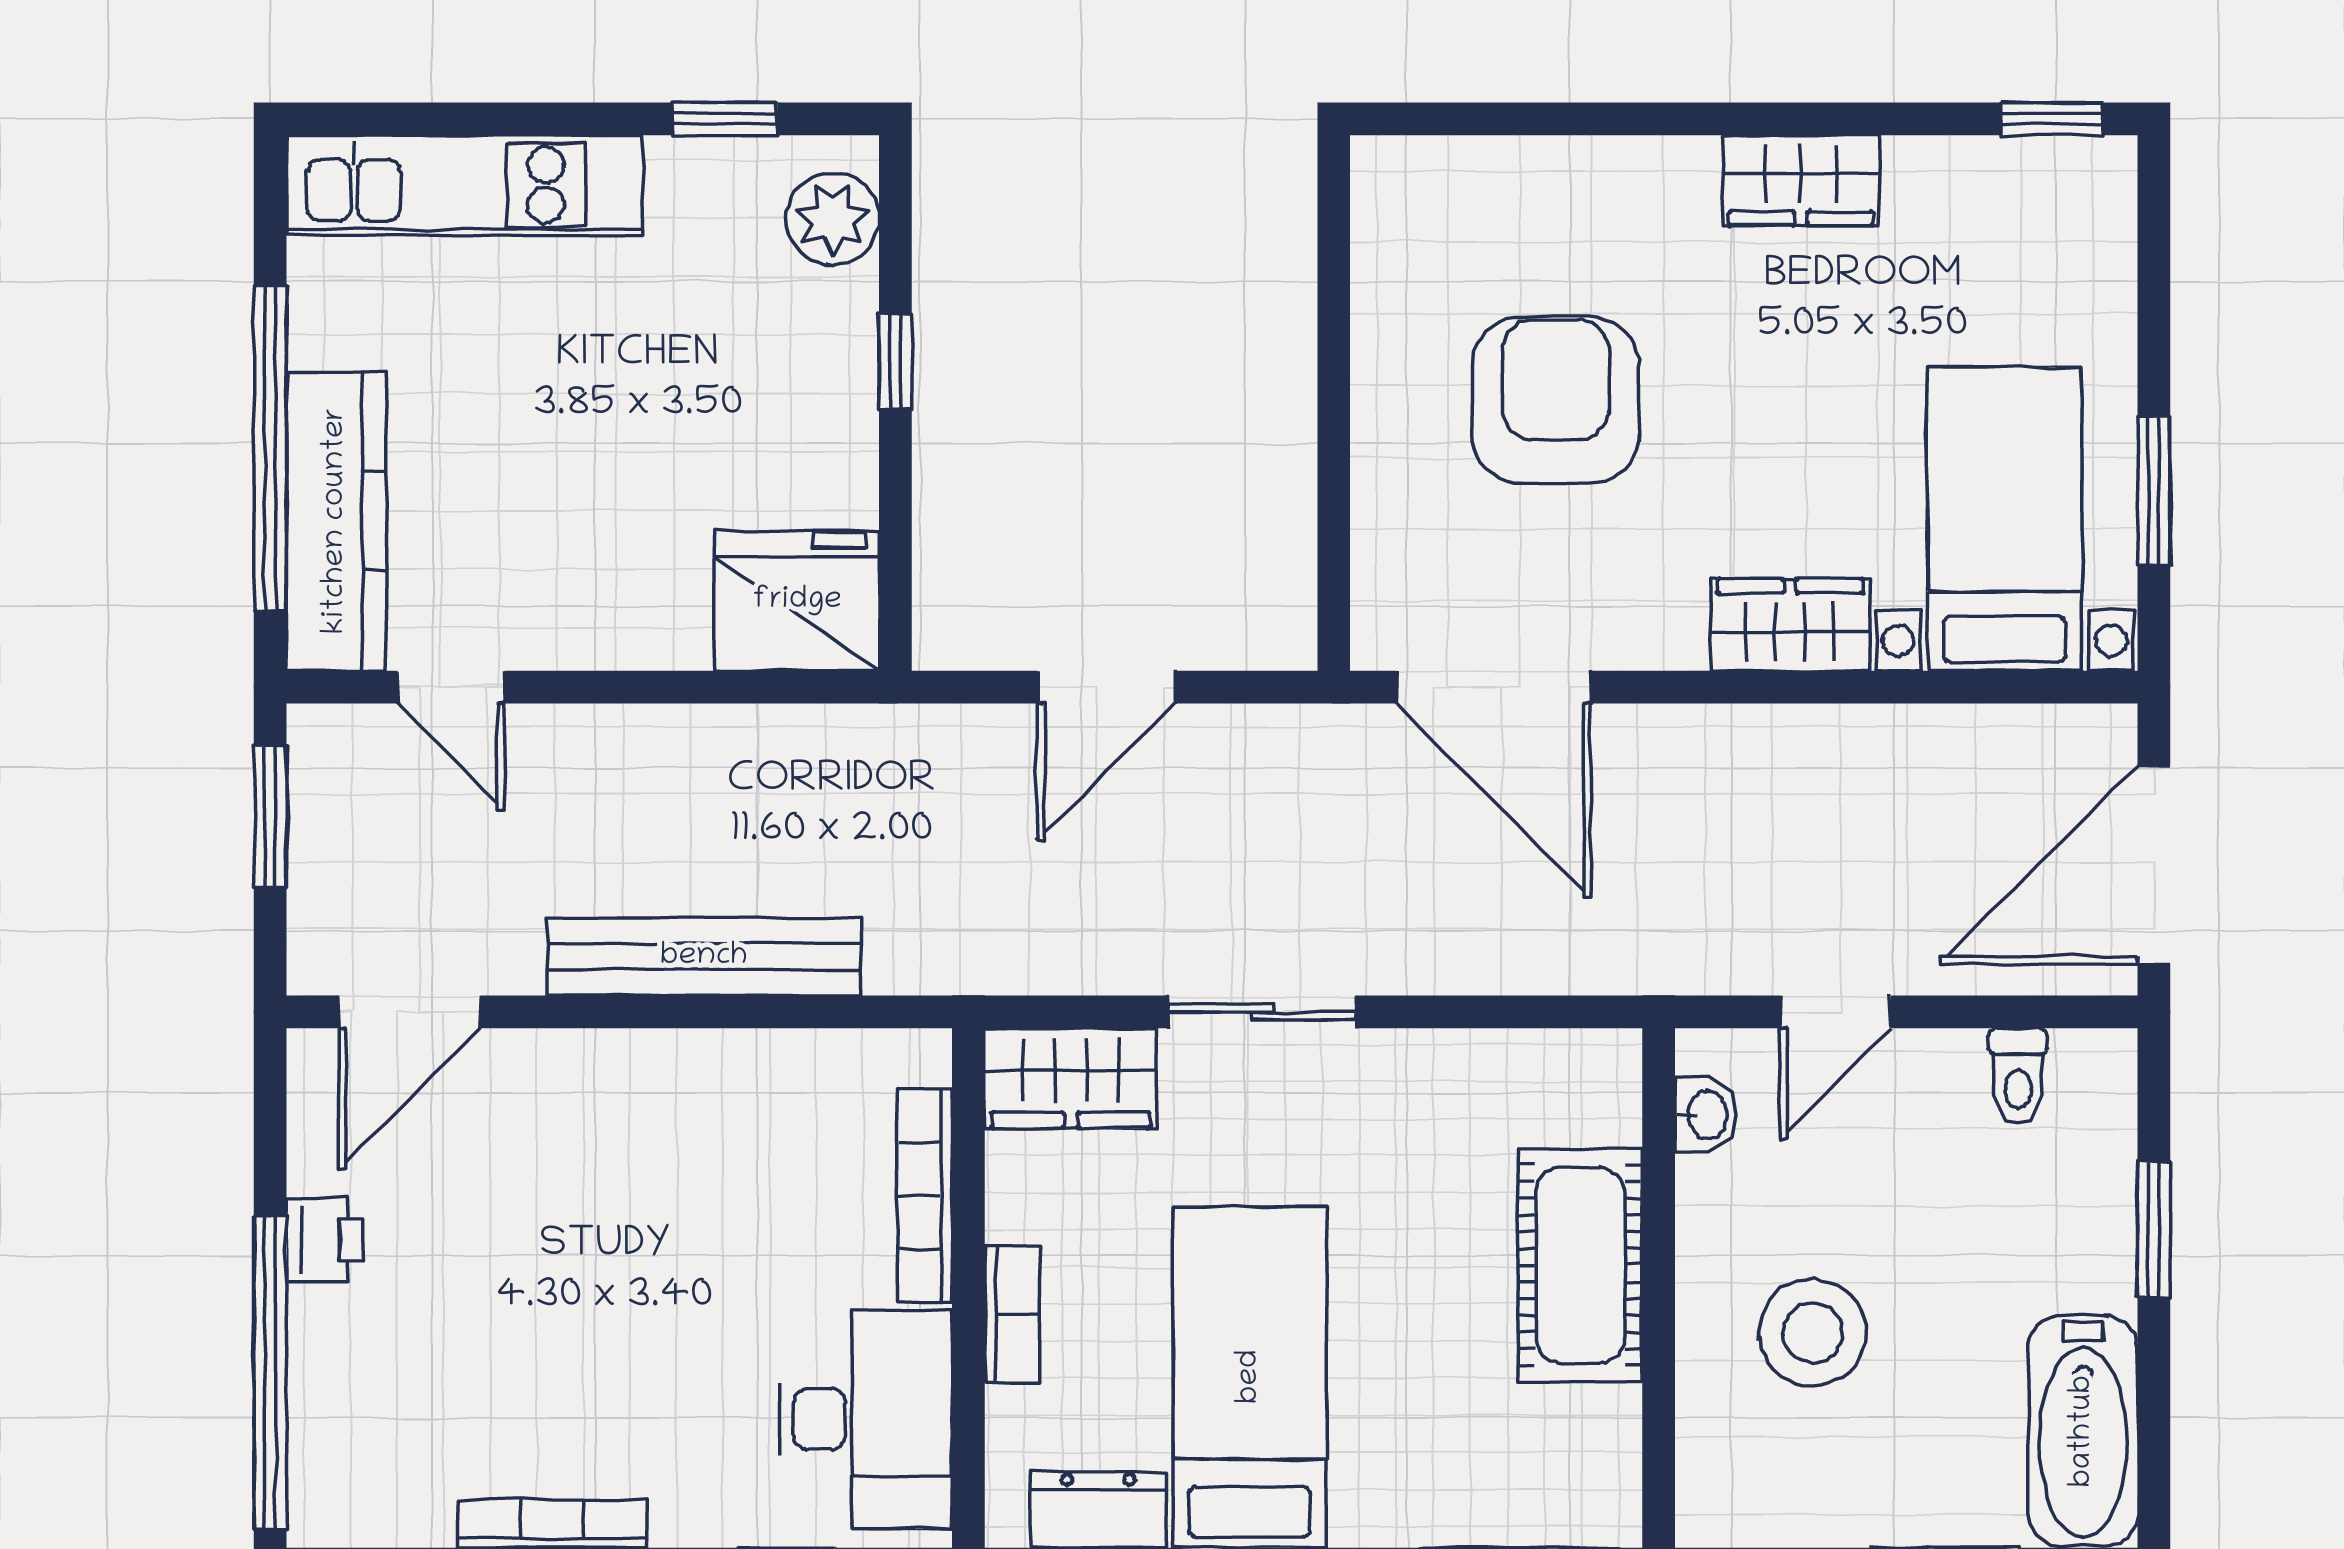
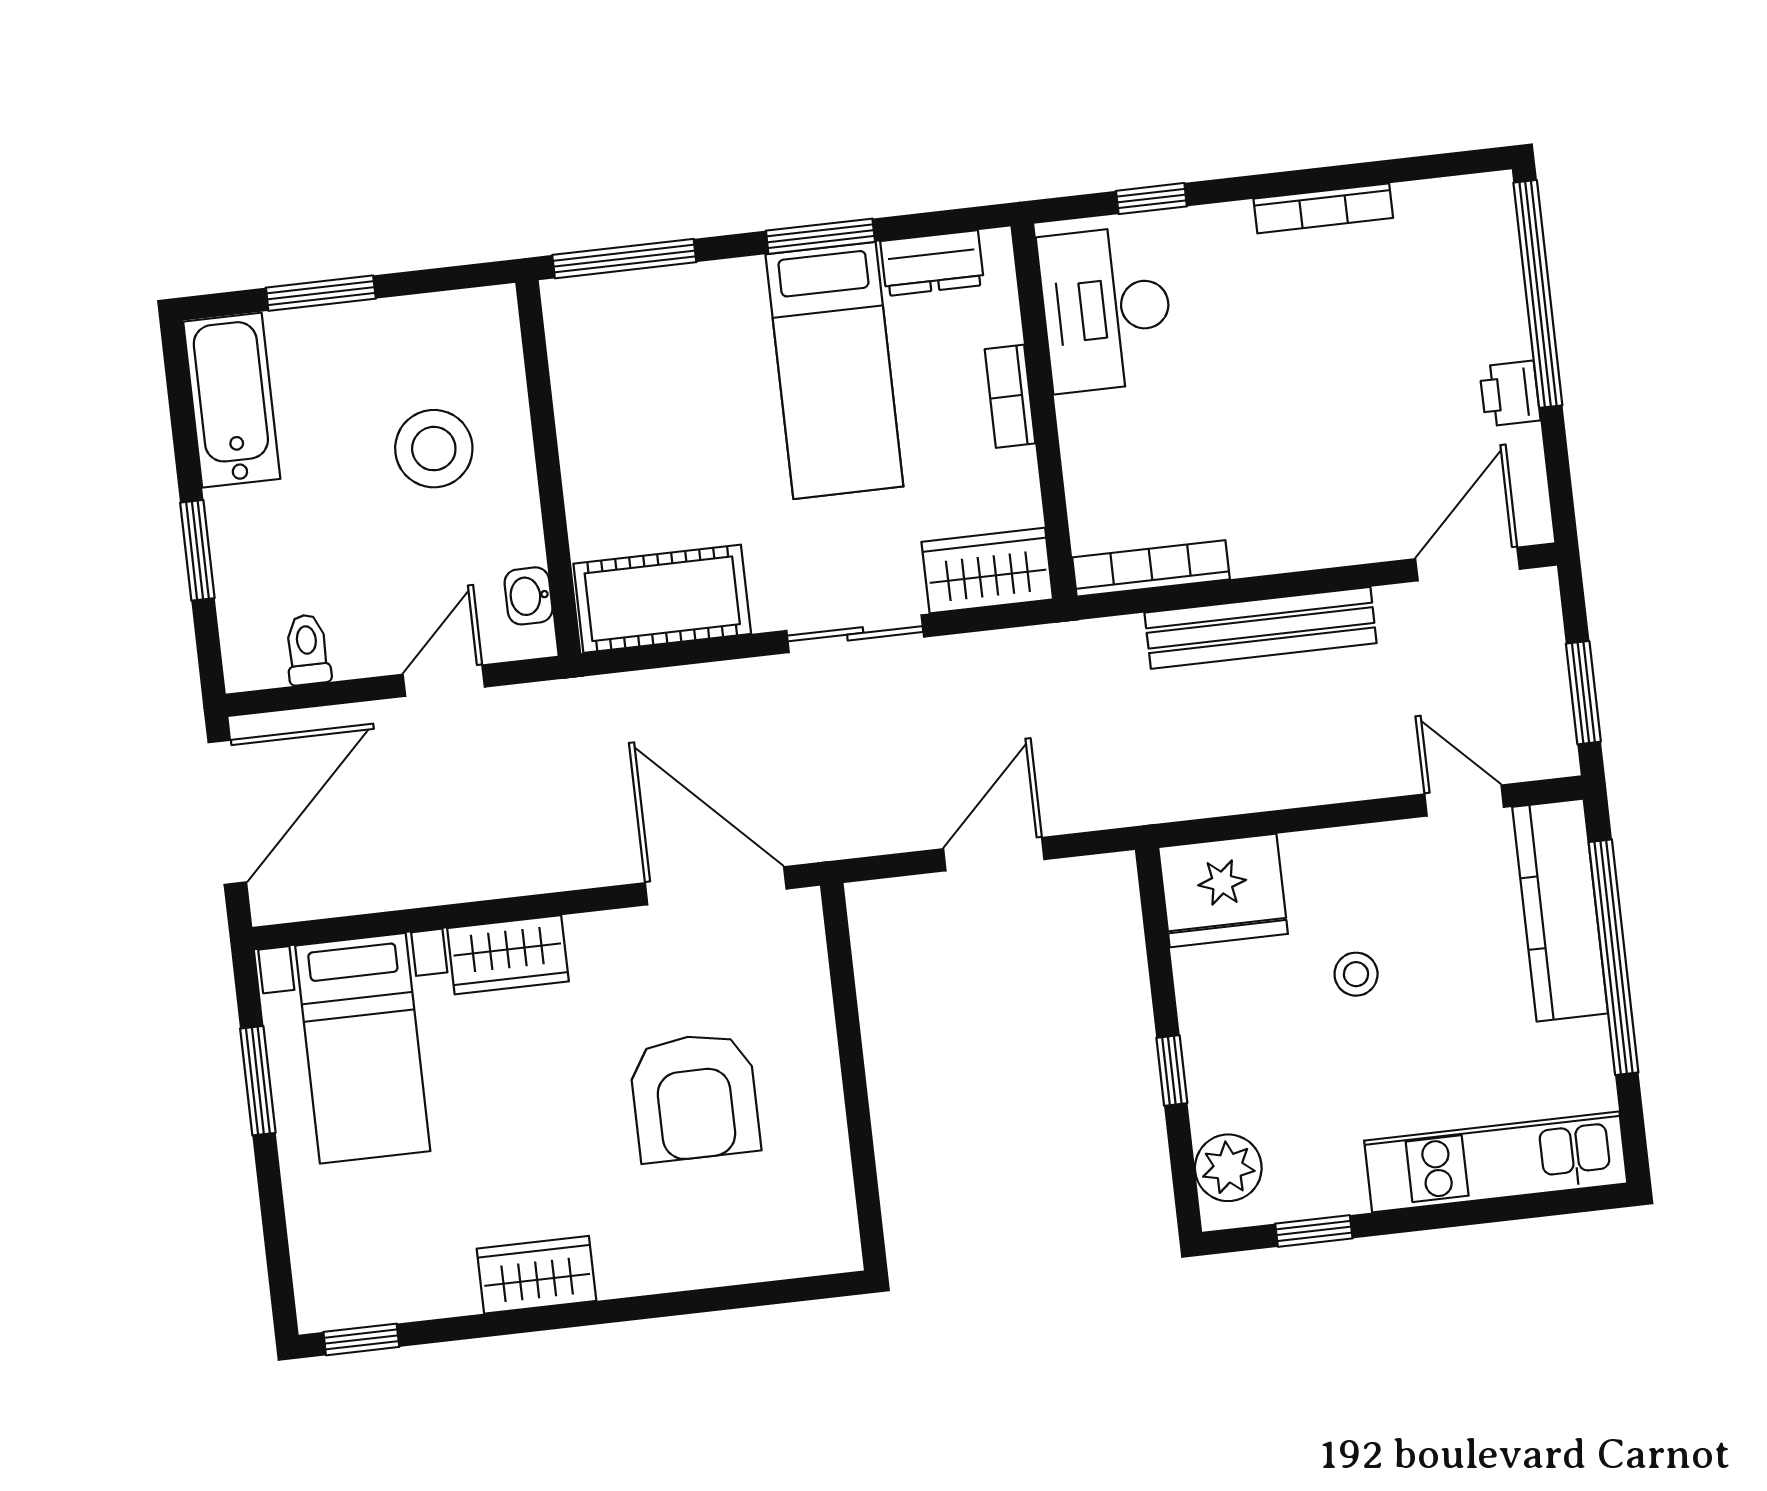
stool: (627, 465) -> (1356, 974), added
bookcase: (925, 1196) -> (1151, 568), moved, turned -90
cot: (1580, 1265) -> (662, 599), moved, turned 90

